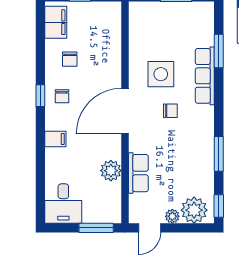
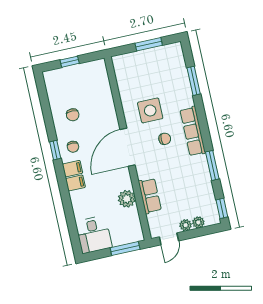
filing cabinet: (56, 22) -> (73, 169), moved, width x0.50
row of seats: (205, 76) -> (193, 131), moved
plant: (194, 210) -> (198, 222), width x0.53, depth x0.53

